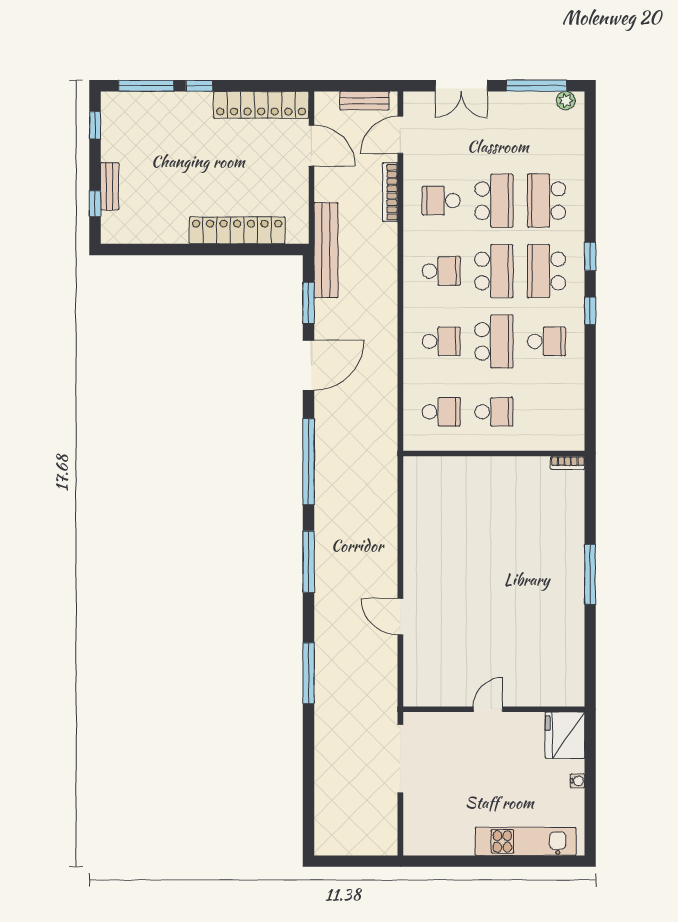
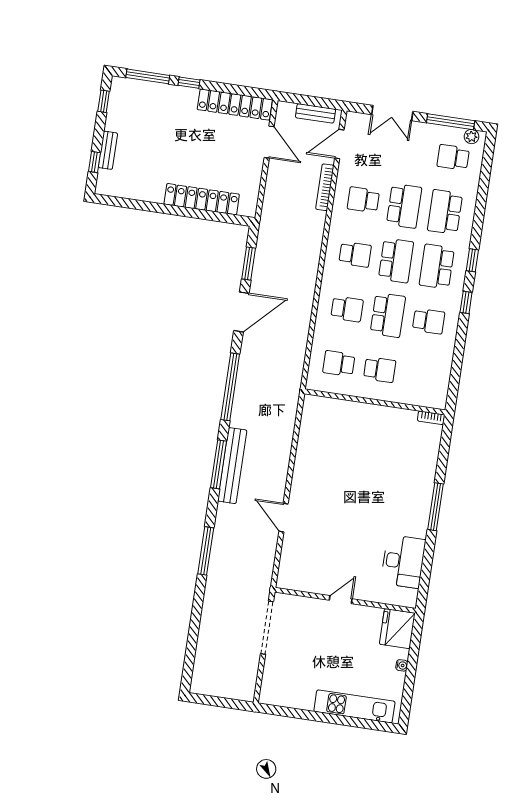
school desk: (547, 130) -> (453, 157), added
bench: (326, 250) -> (232, 466), moved
school desk: (441, 412) -> (339, 363), turned 180
desk: (560, 649) -> (403, 561), added

